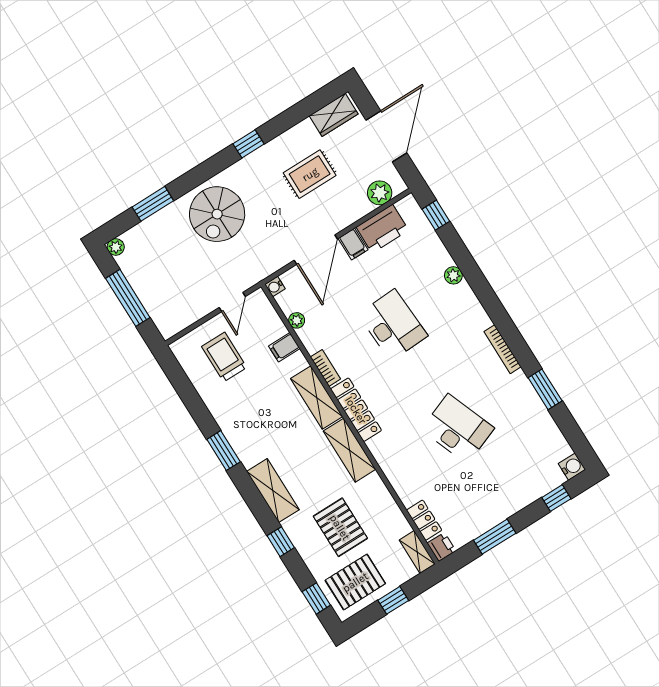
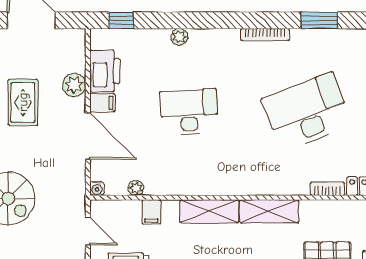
plant: (380, 193) -> (74, 85), moved
bookcase: (325, 368) -> (327, 189), moved
locker: (356, 410) -> (239, 185), removed
desk: (458, 429) -> (307, 112), width x1.36, depth x1.30

